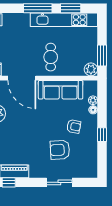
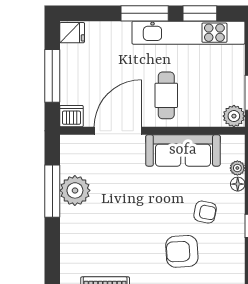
door: (22, 78) -> (118, 131), swing flipped

